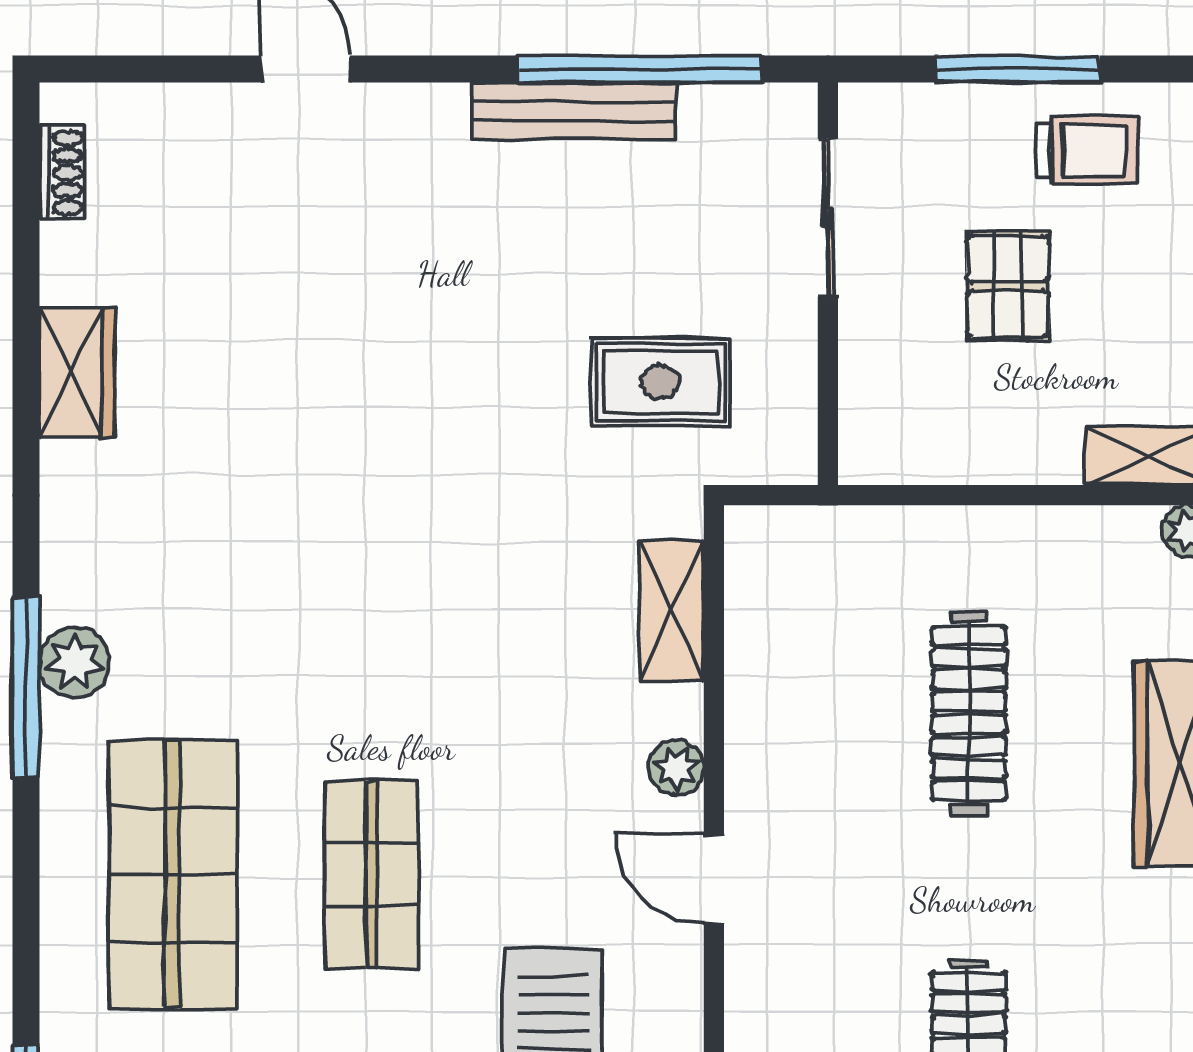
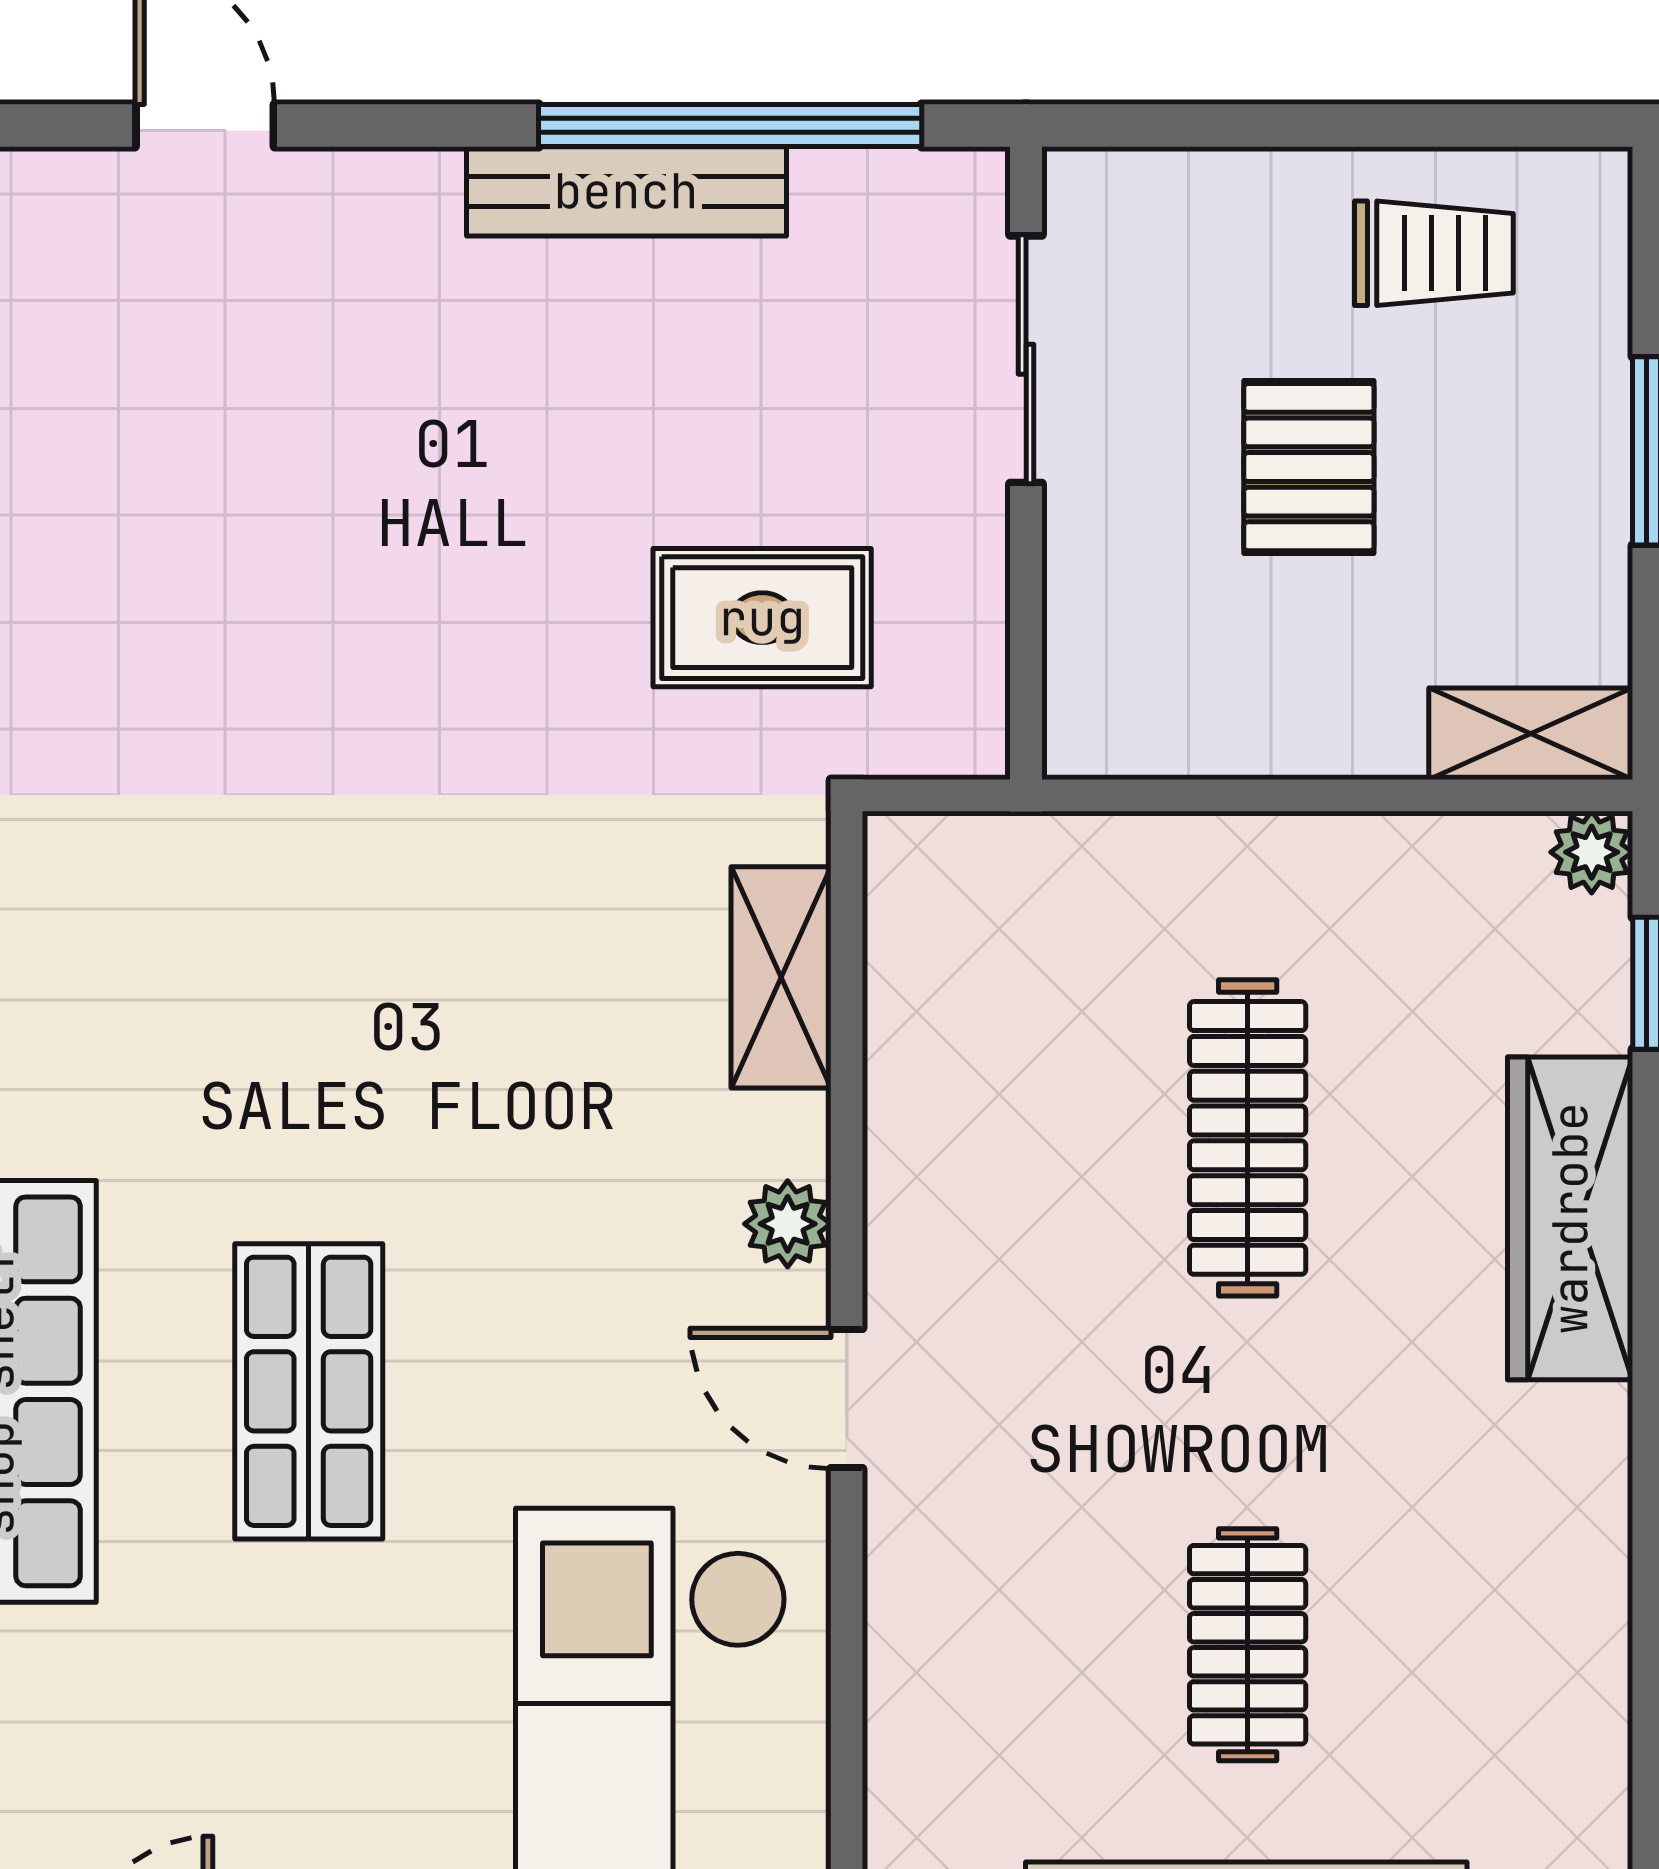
window: (1017, 69) -> (1324, 125), removed

